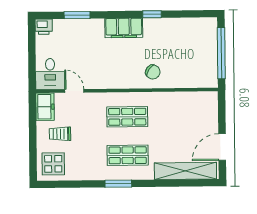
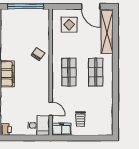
door: (74, 91) -> (51, 109), swing flipped
display table: (53, 164) -> (69, 25), moved
window: (118, 184) -> (115, 79), removed

